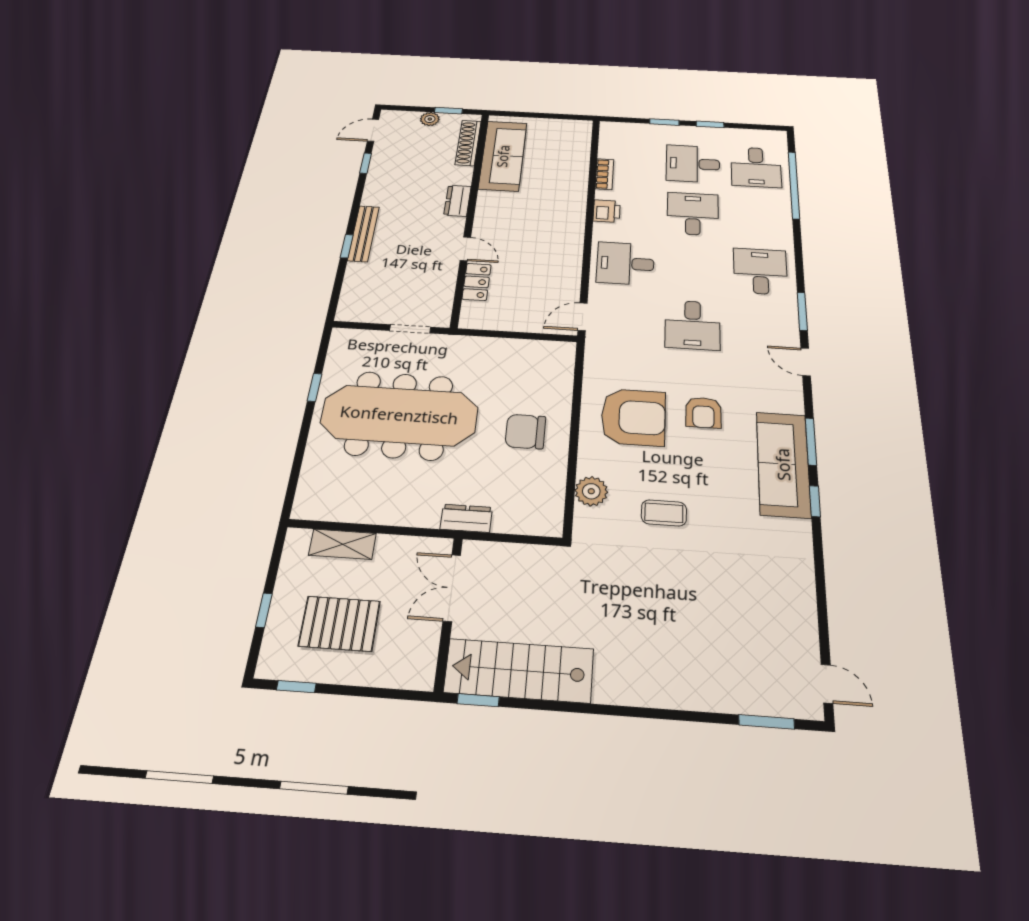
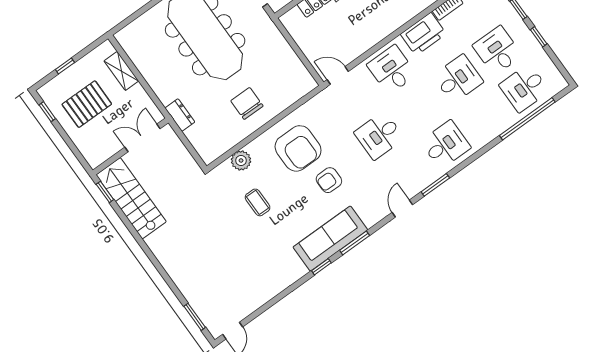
printer: (607, 211) -> (423, 34), width x1.87, depth x1.48
pallet: (339, 624) -> (87, 104), turned 90

